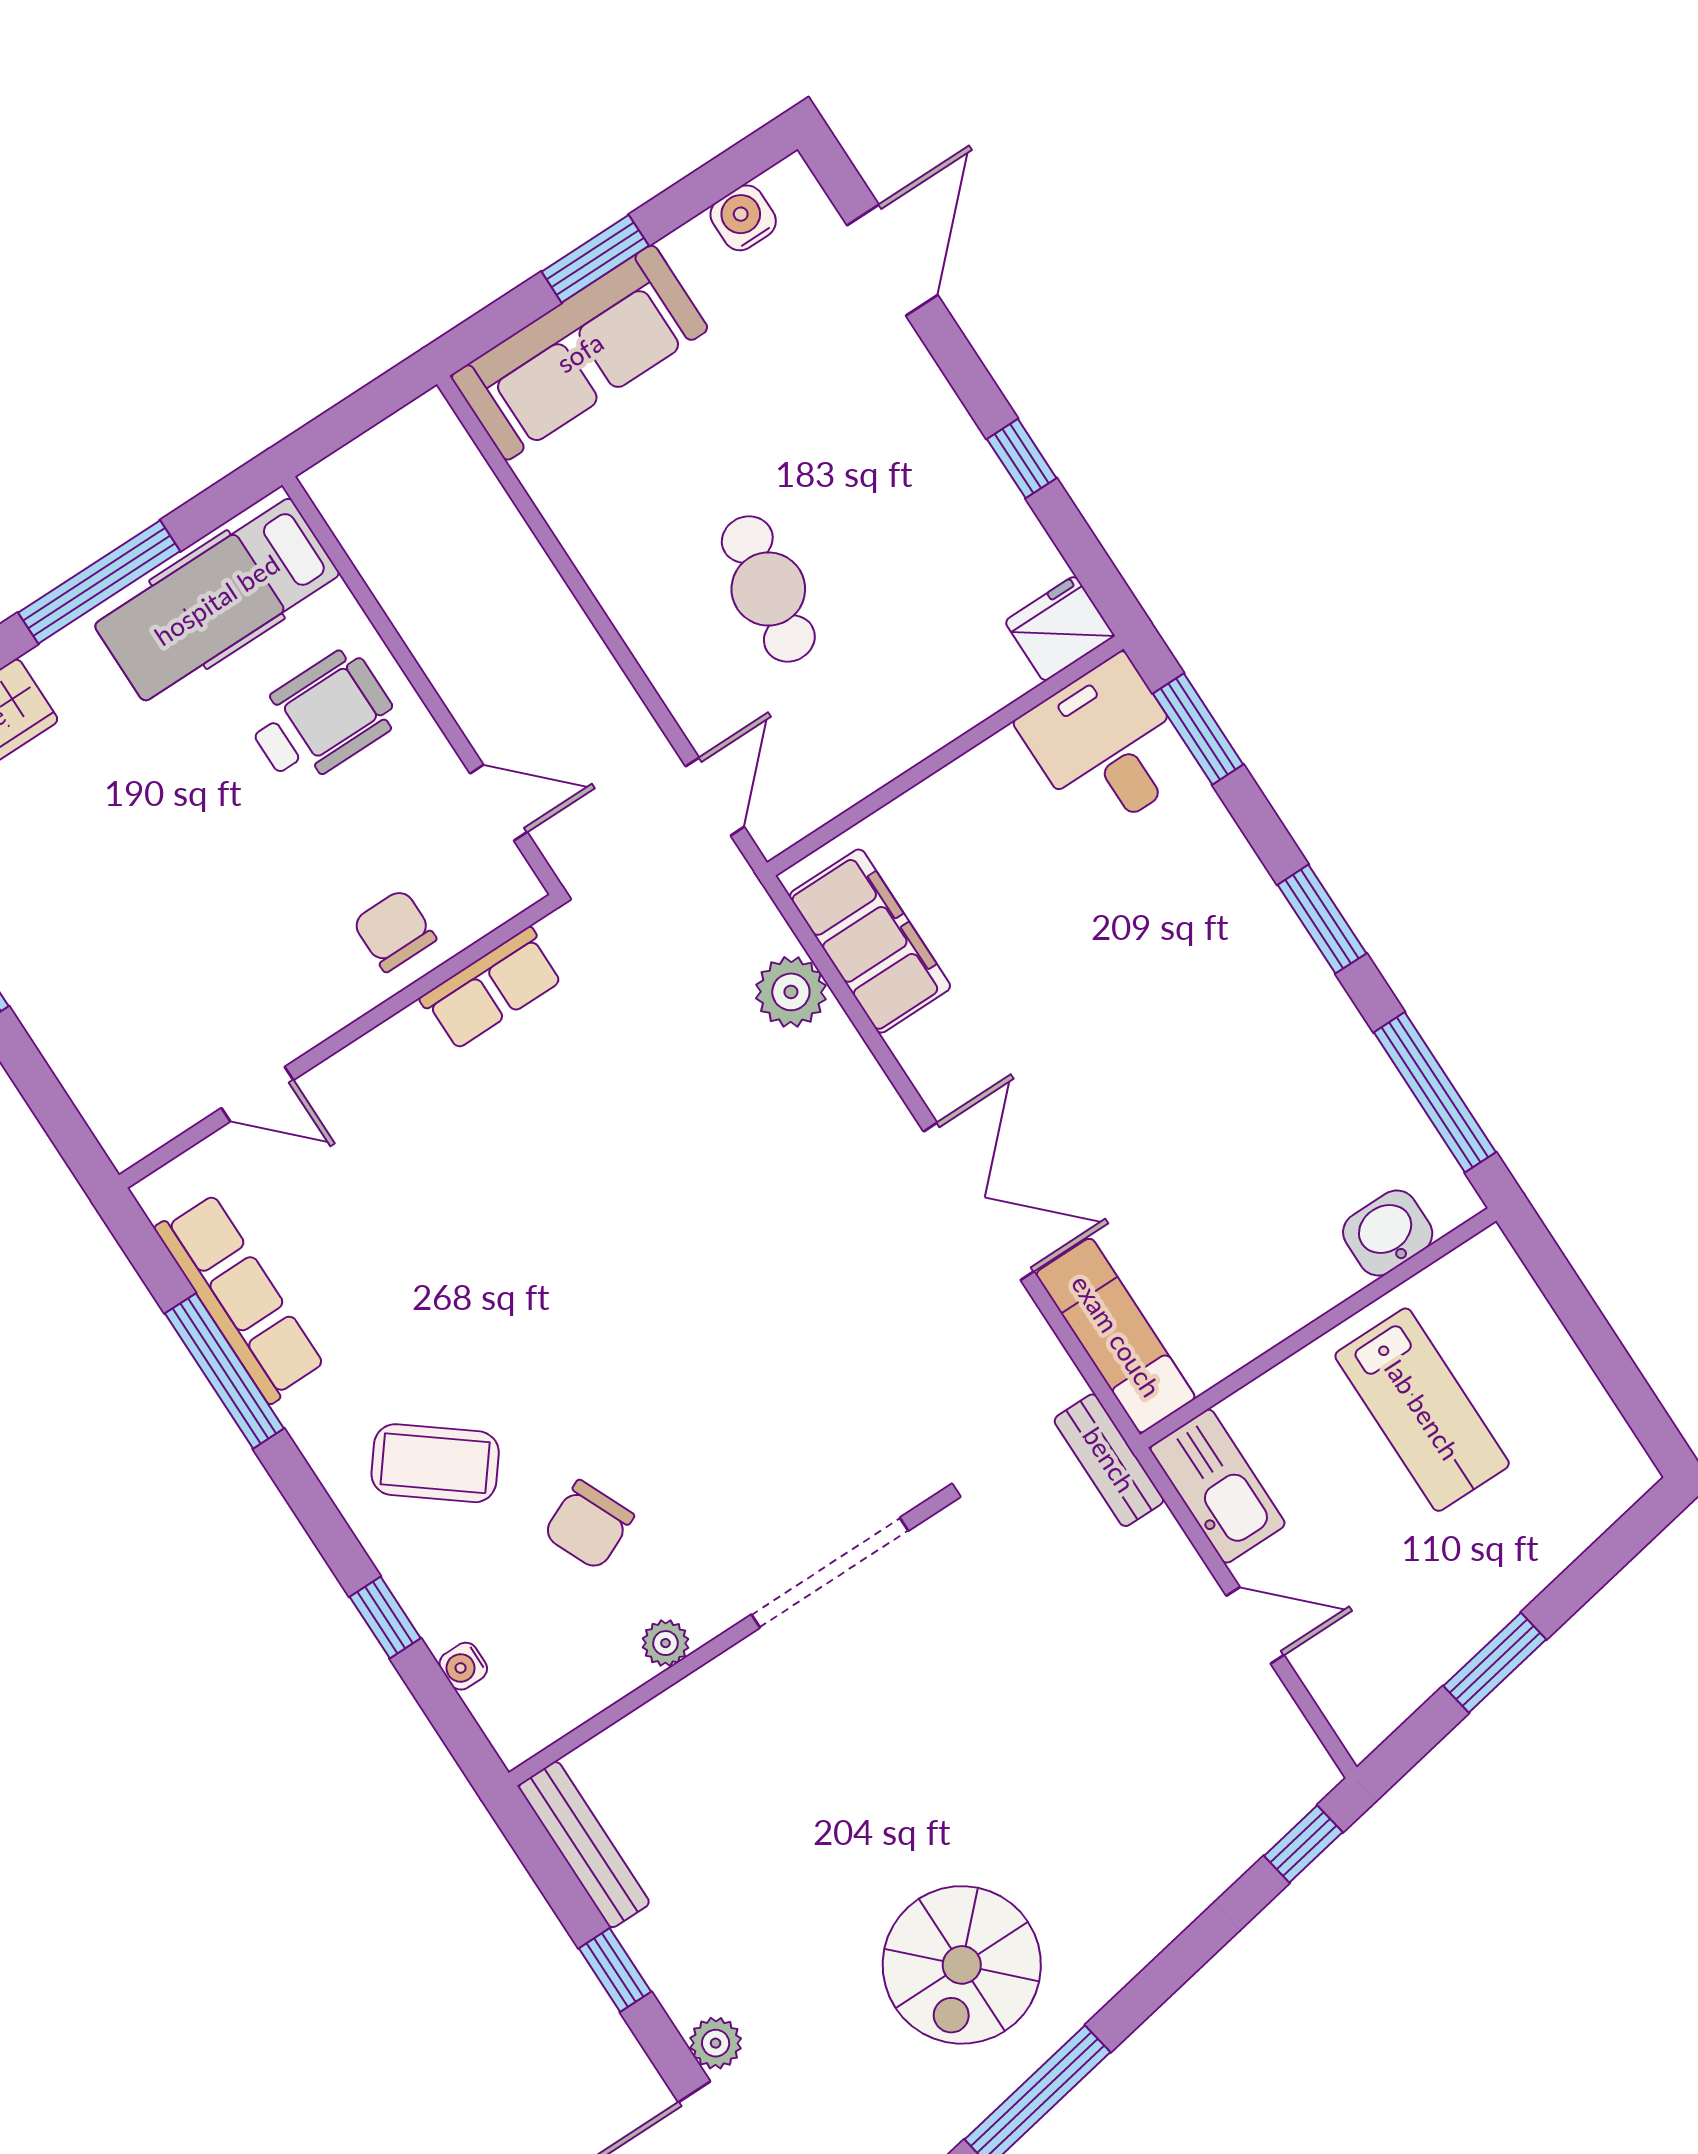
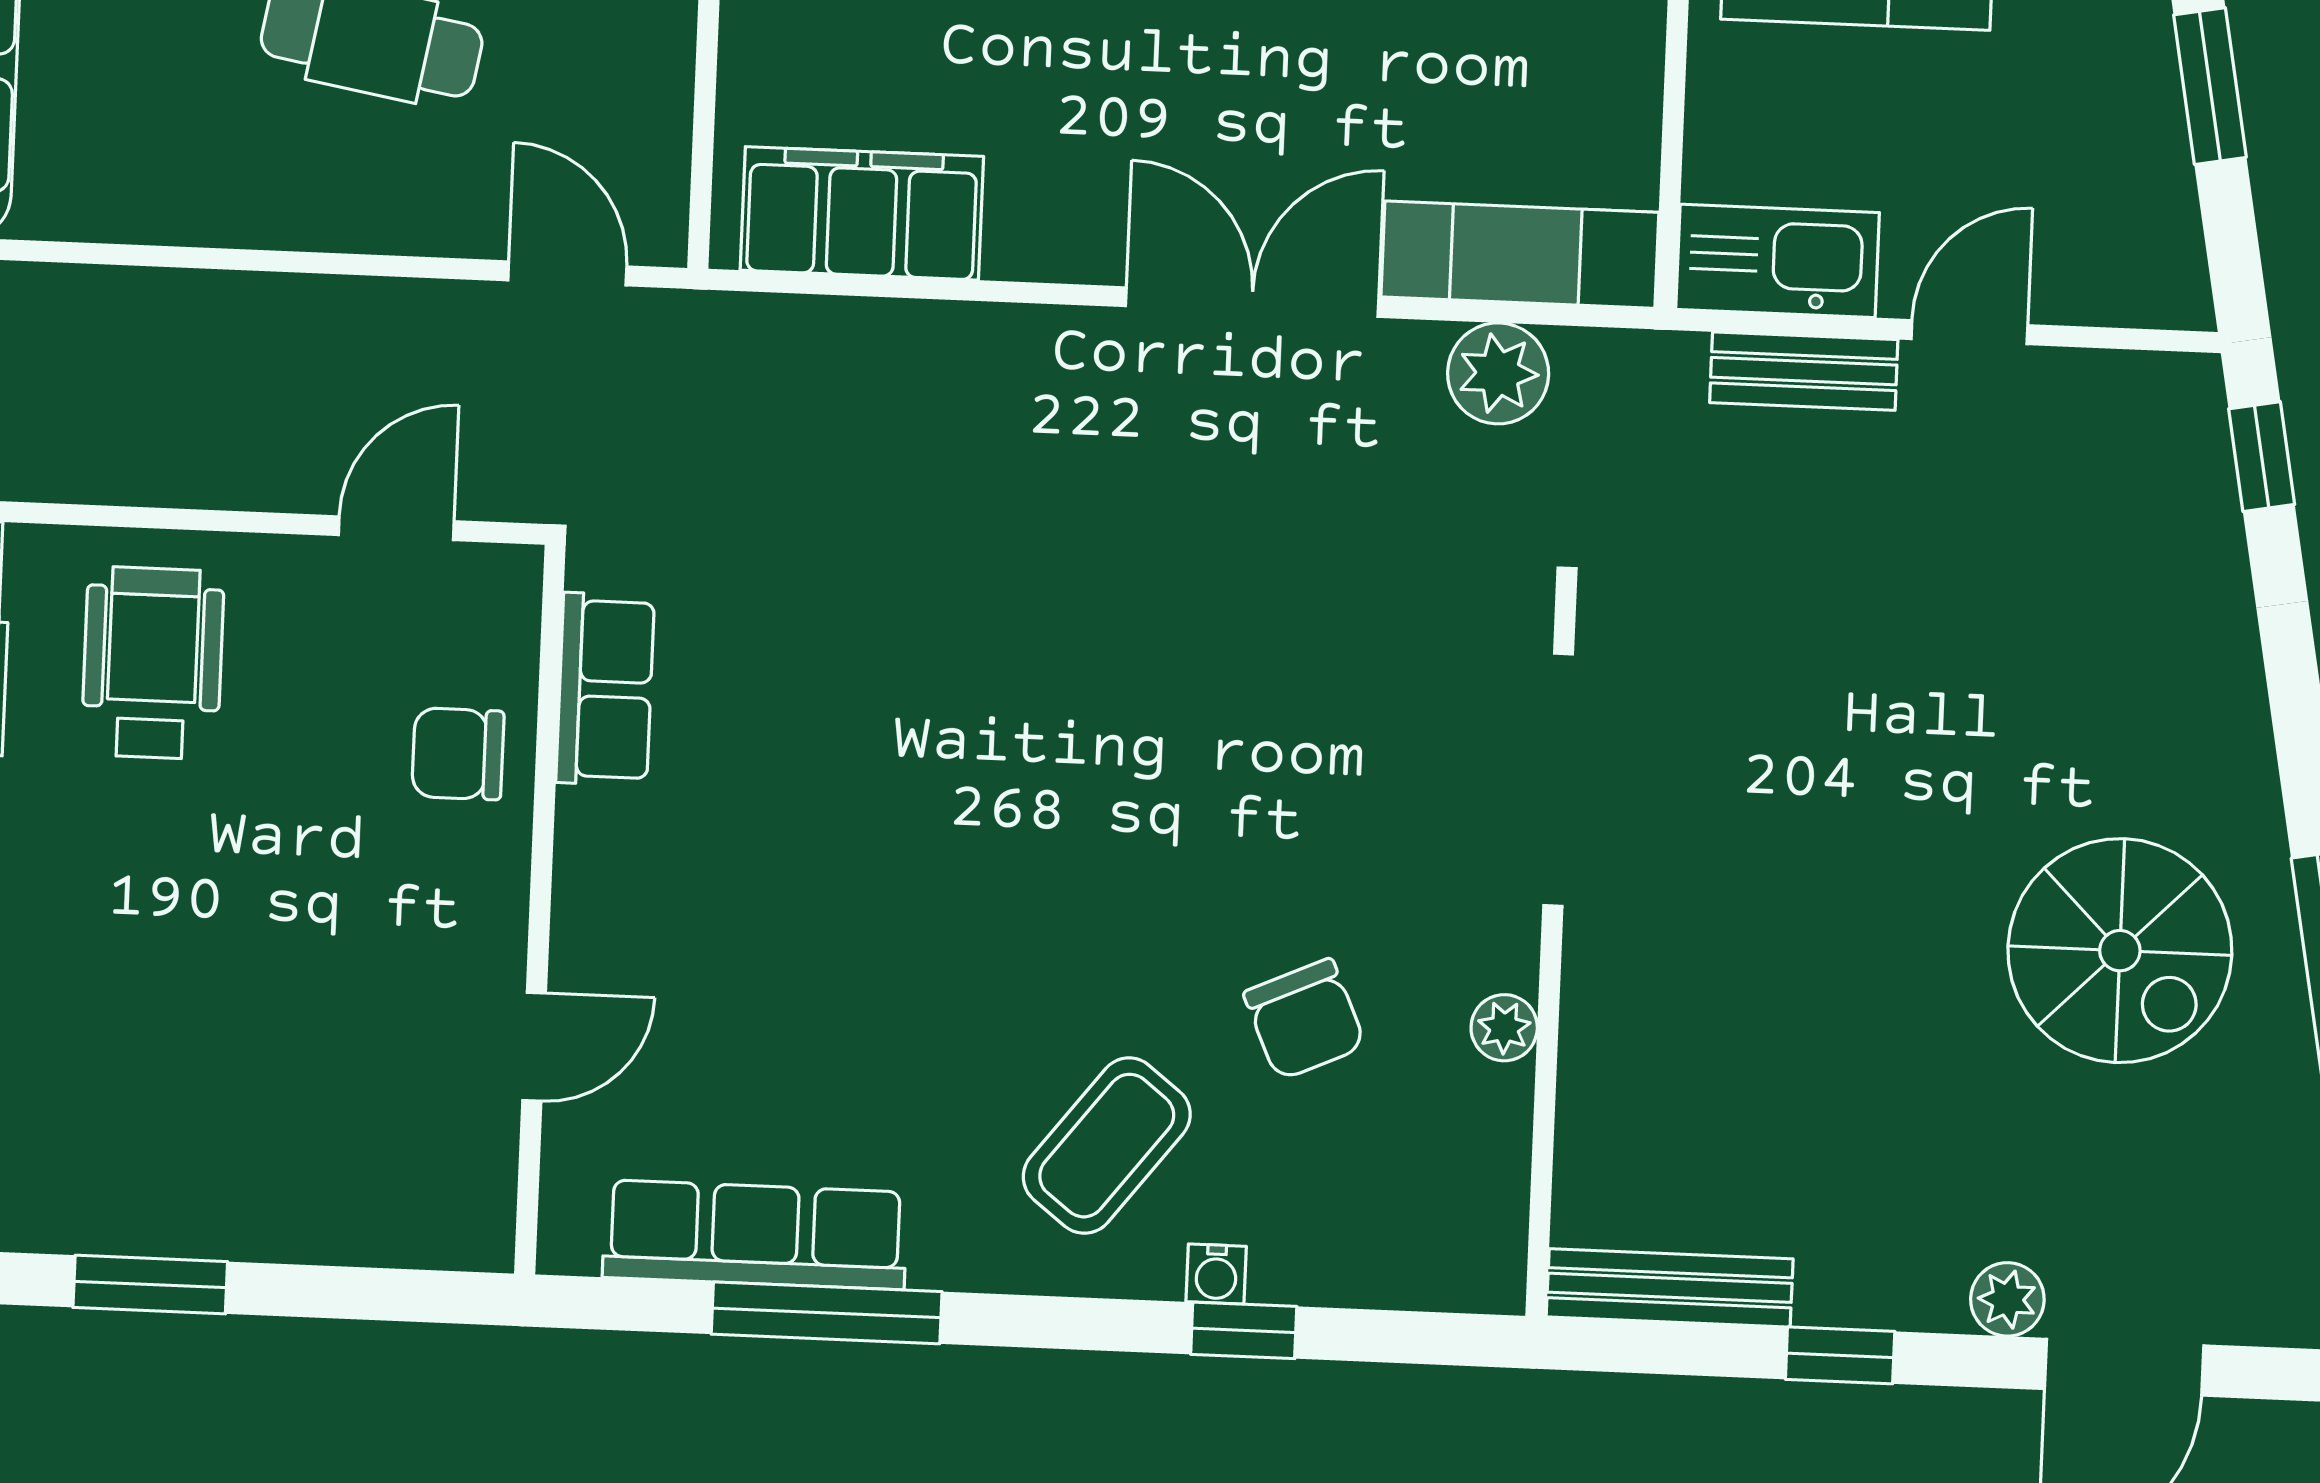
plant: (791, 992) -> (1498, 373), moved
bench: (1109, 1460) -> (1804, 371), moved
water cooler: (463, 1666) -> (1216, 1274), moved

